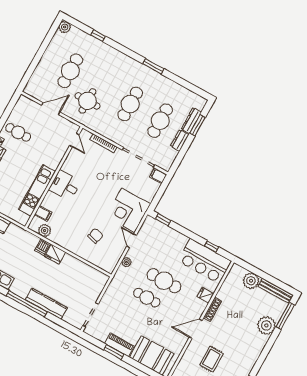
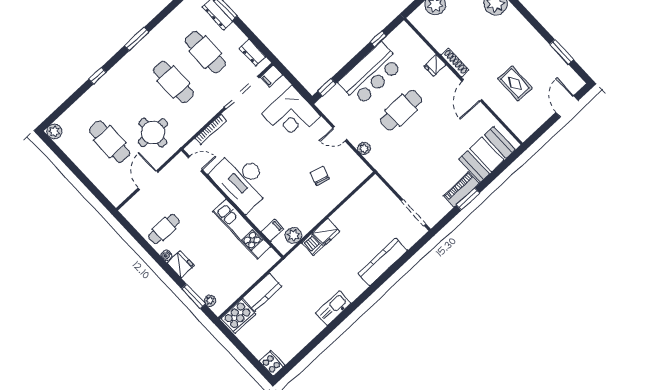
window: (98, 36) -> (98, 76), moved
dresser: (180, 140) -> (252, 53), moved
desk: (65, 185) -> (241, 180), width x1.87, depth x1.30
corner desk: (128, 210) -> (291, 115), moved
bar counter: (205, 261) -> (371, 74), moved
cafe table: (147, 298) -> (415, 138), removed
window: (27, 304) -> (375, 286), removed

